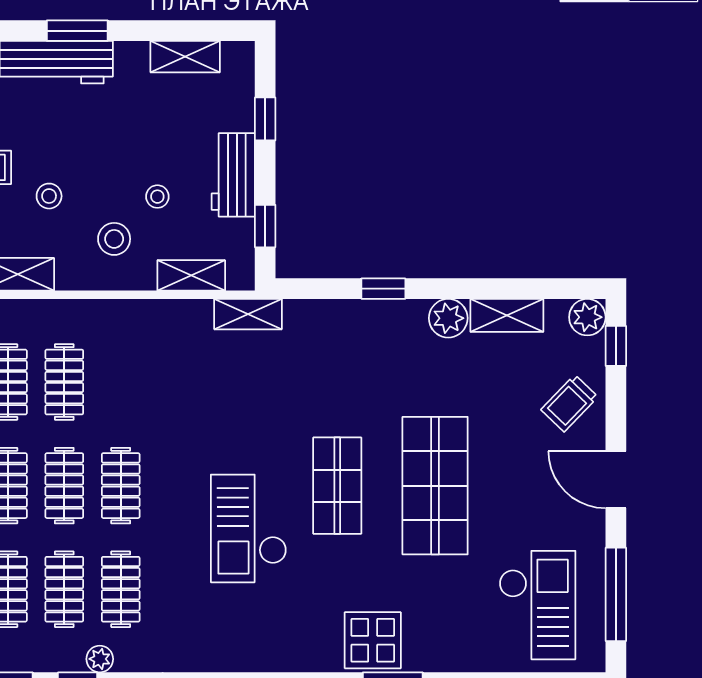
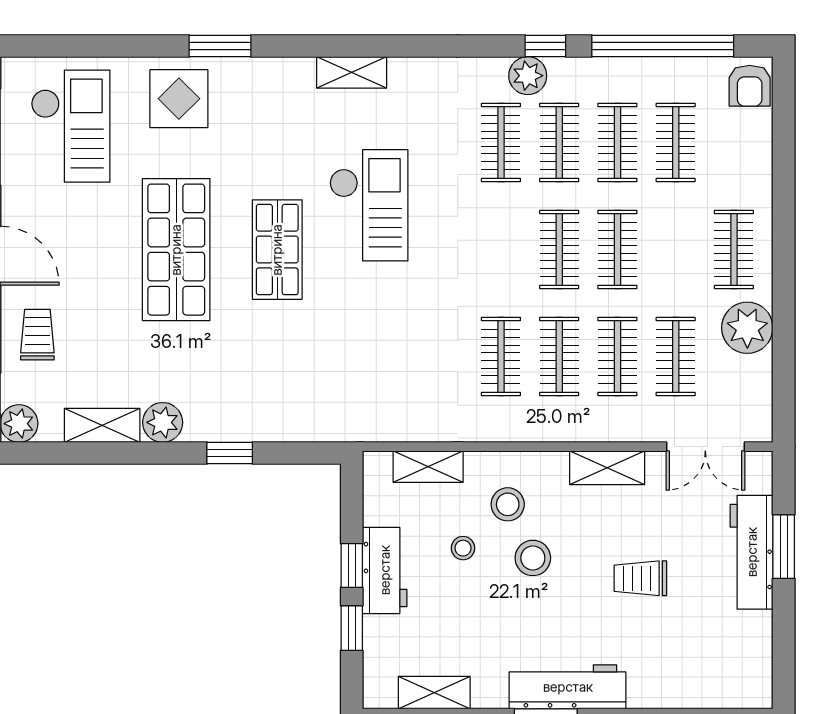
stool: (49, 196) -> (533, 558), moved, width x1.37, depth x1.37
window: (265, 226) -> (352, 566), moved
shelving: (248, 314) -> (352, 72), moved
trolley: (569, 403) -> (37, 335), turned -44
clothes rail: (121, 486) -> (501, 357), moved
checkout: (537, 605) -> (71, 126), turned 180
display table: (373, 640) -> (179, 99), moved
plant: (100, 659) -> (528, 76), width x1.38, depth x1.38

